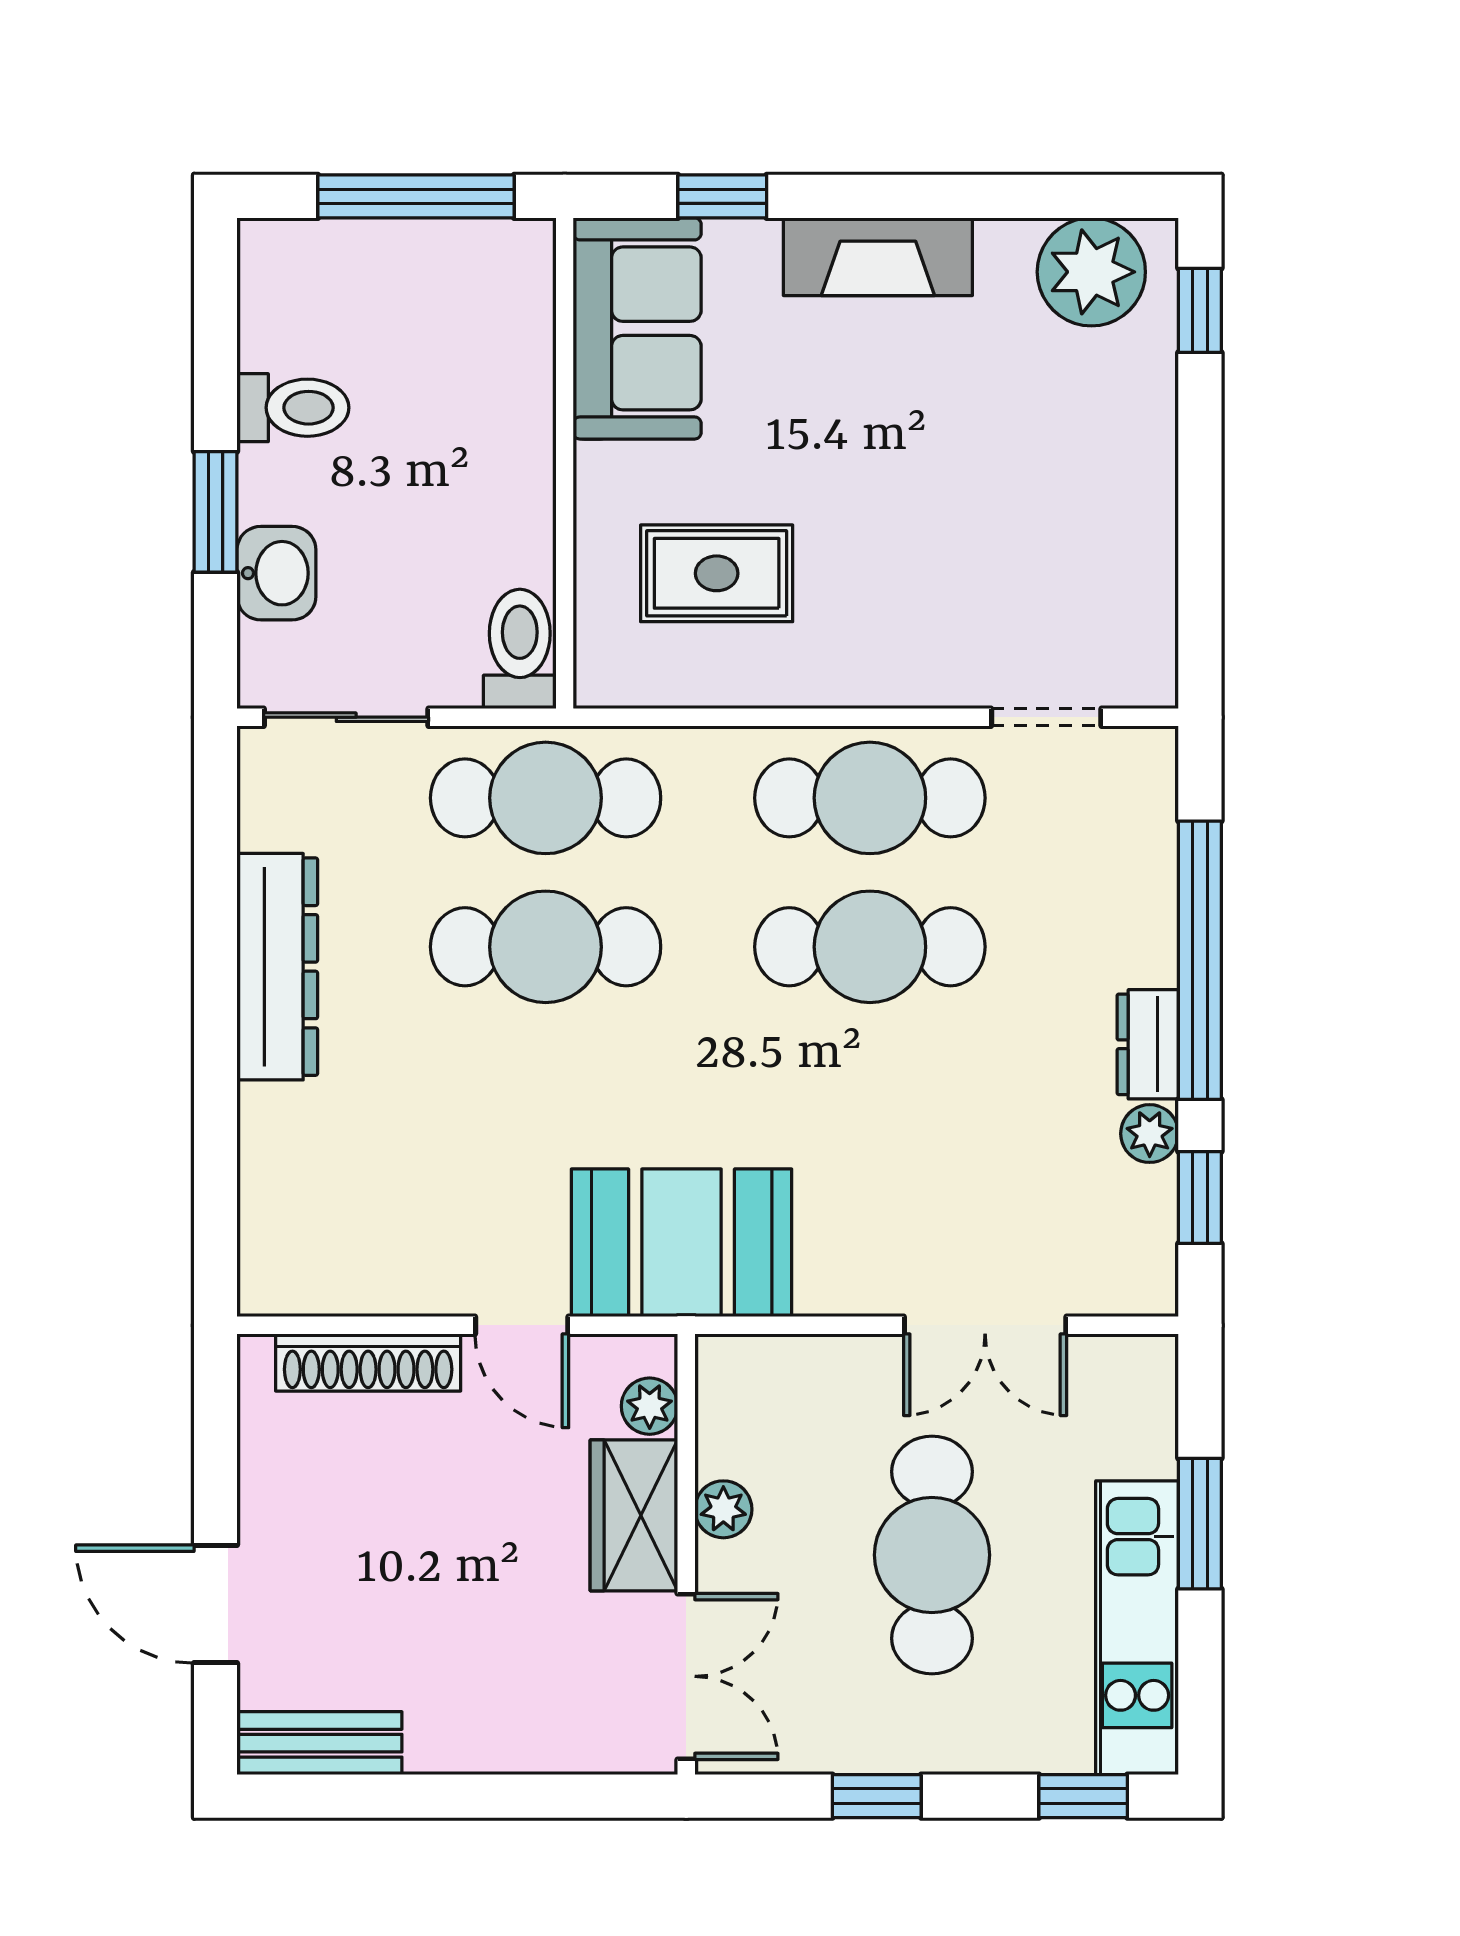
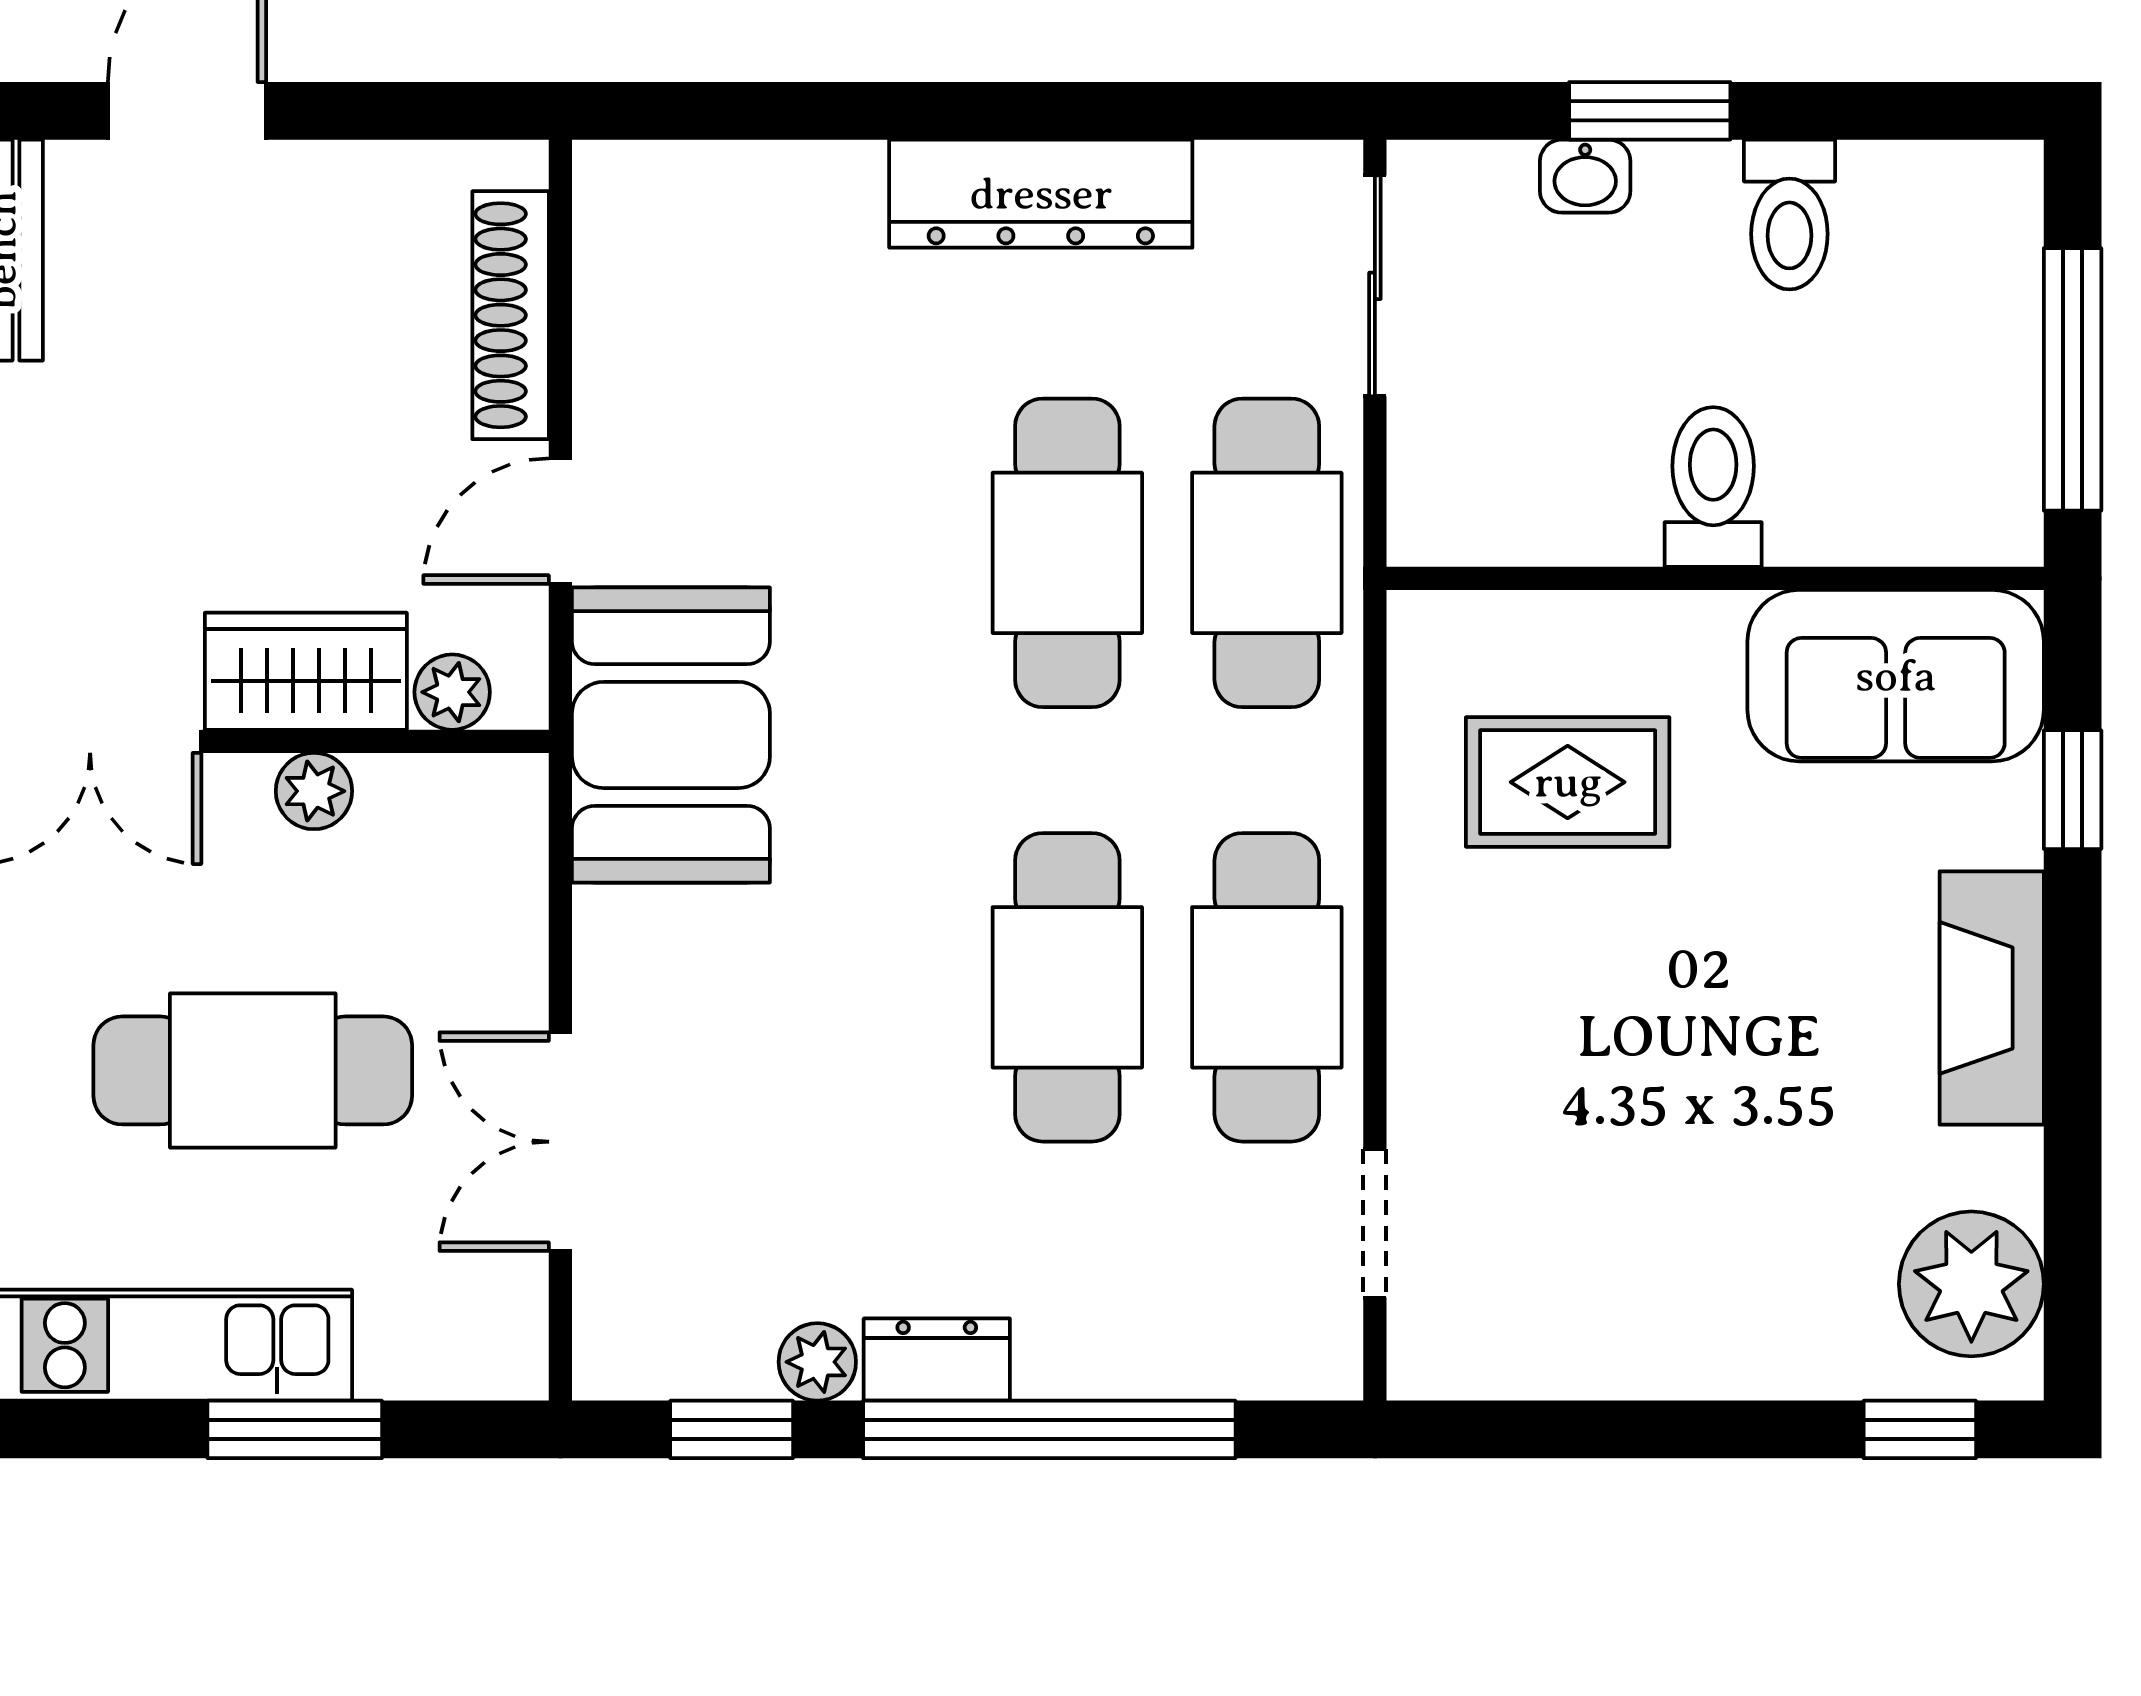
washbasin: (276, 573) -> (1585, 176), width x0.72, depth x0.69
rug: (717, 573) -> (1568, 782), turned 90
toilet: (520, 649) -> (1713, 487), moved, turned -90

